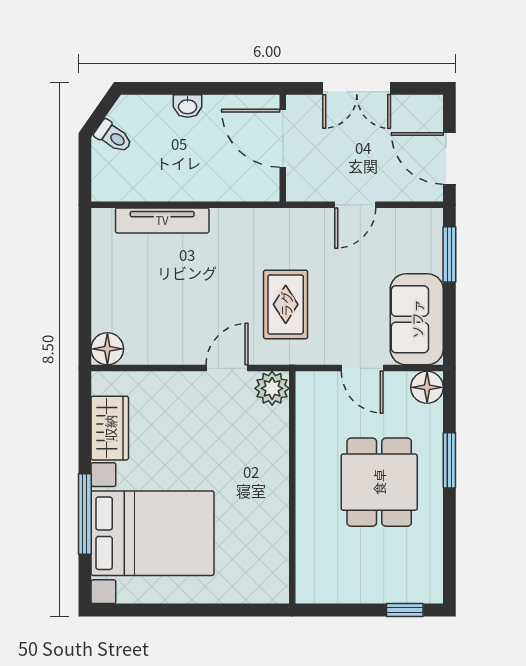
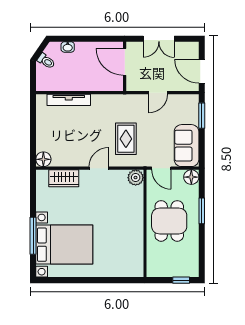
washbasin: (188, 106) -> (68, 47), moved
plant: (272, 388) -> (136, 178), moved
wardrobe: (110, 428) -> (64, 178), moved, turned 90
wall: (292, 487) -> (145, 223), moved

